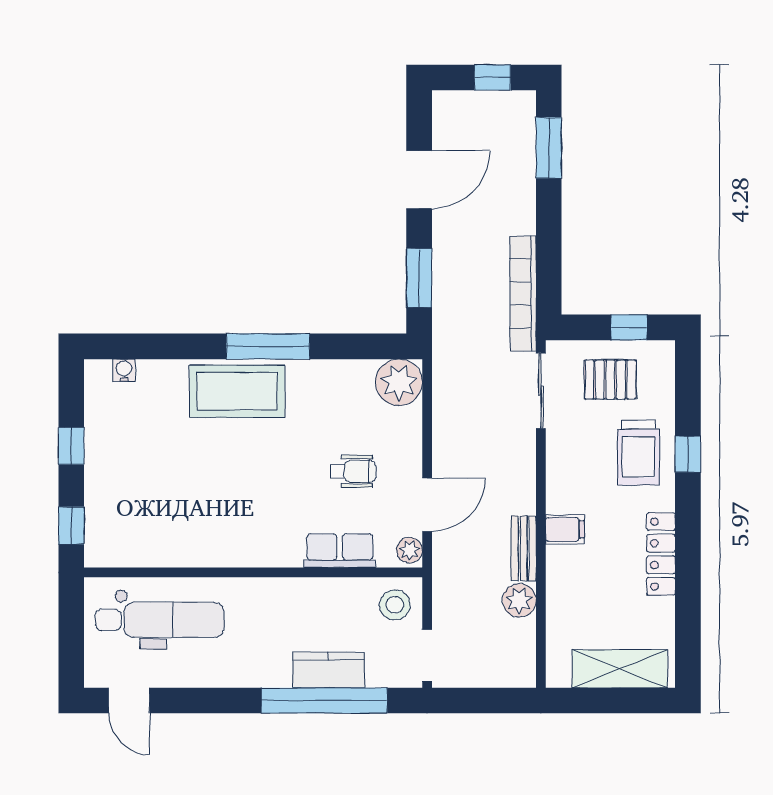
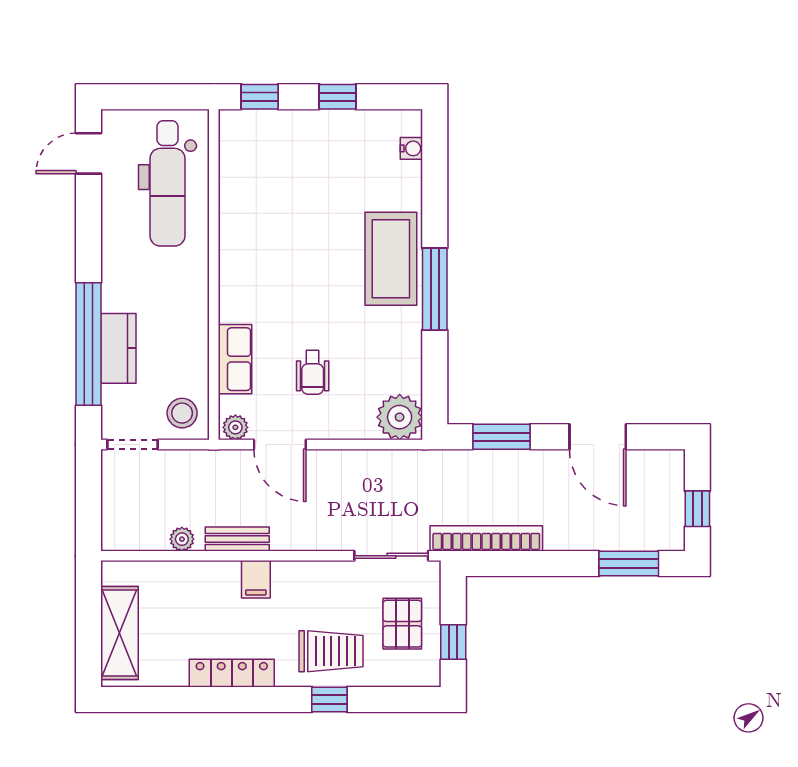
trolley: (638, 453) -> (331, 651), turned 180
plant: (519, 600) -> (182, 539), width x0.73, depth x0.73

